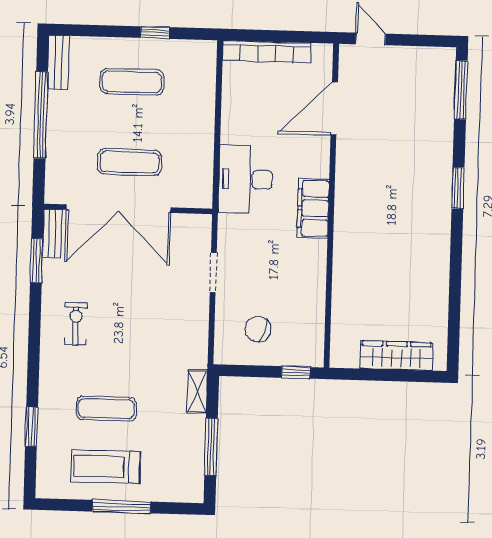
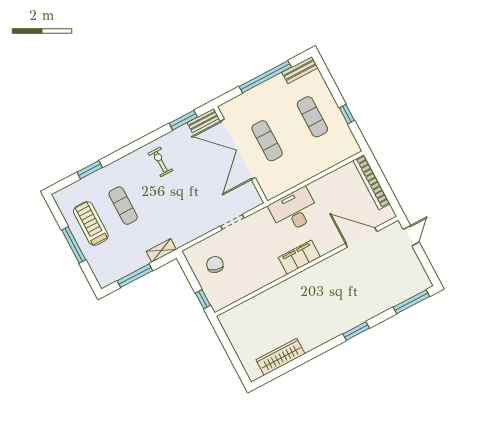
exercise bike: (76, 324) -> (161, 162), turned -90
wardrobe: (397, 356) -> (280, 357), moved, turned -90

